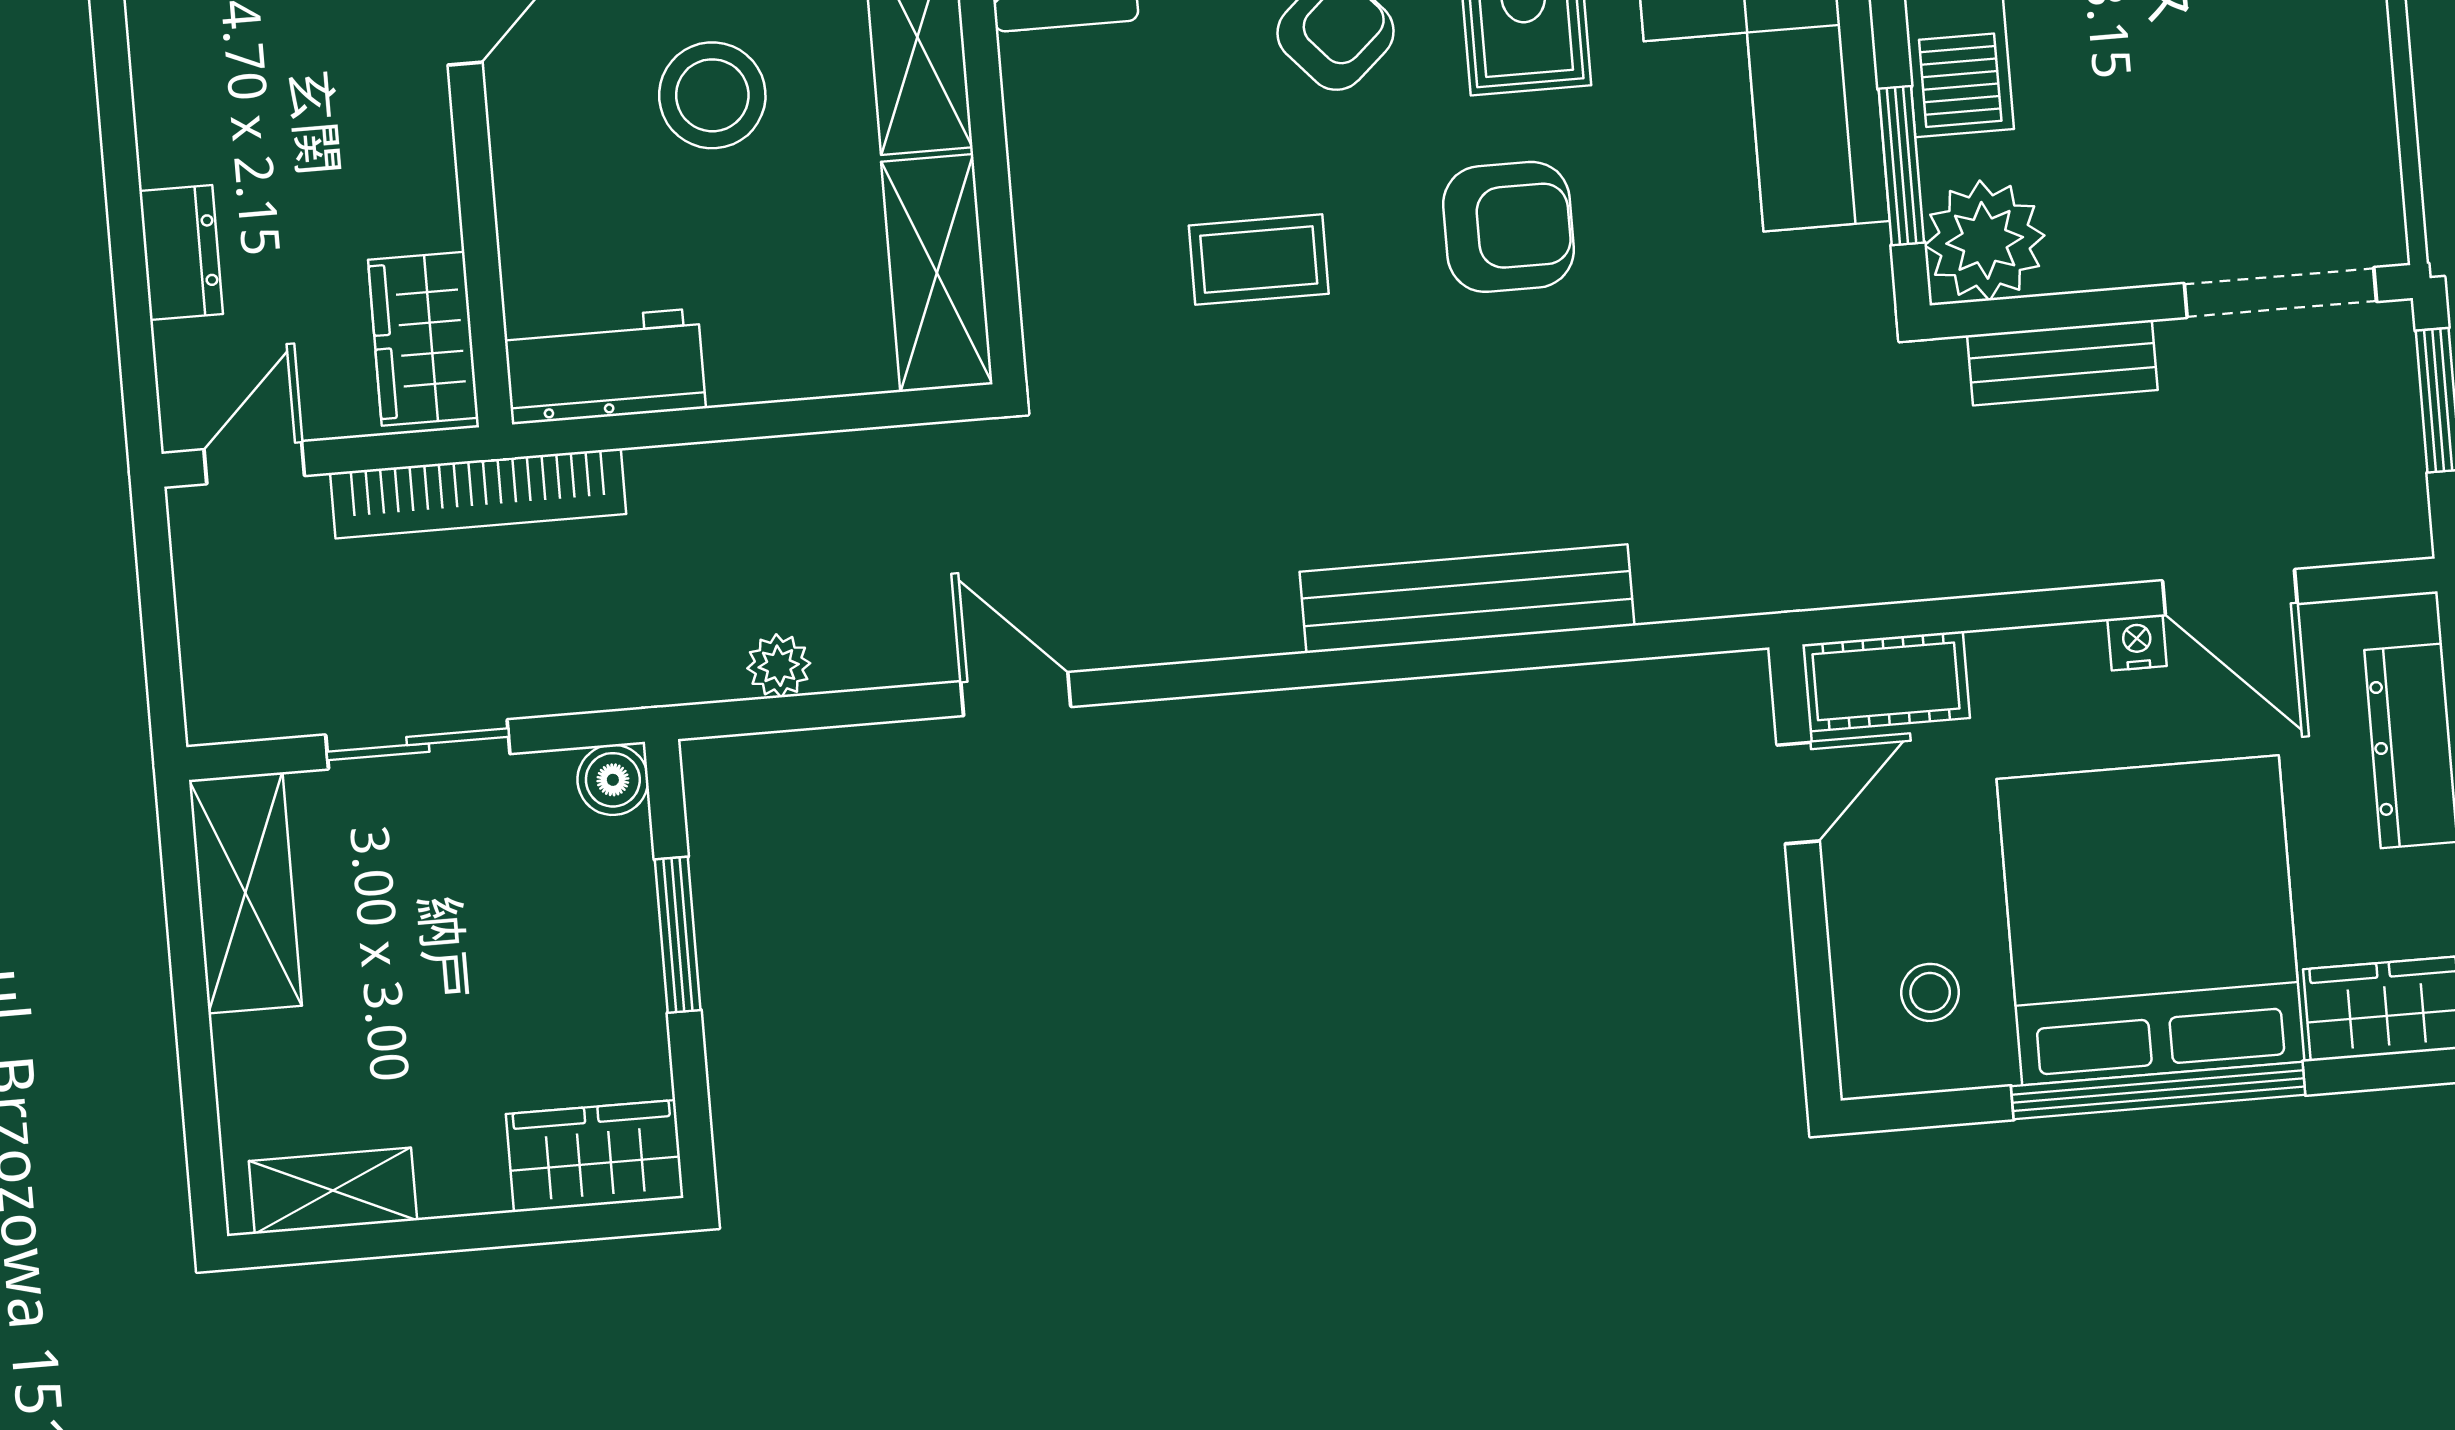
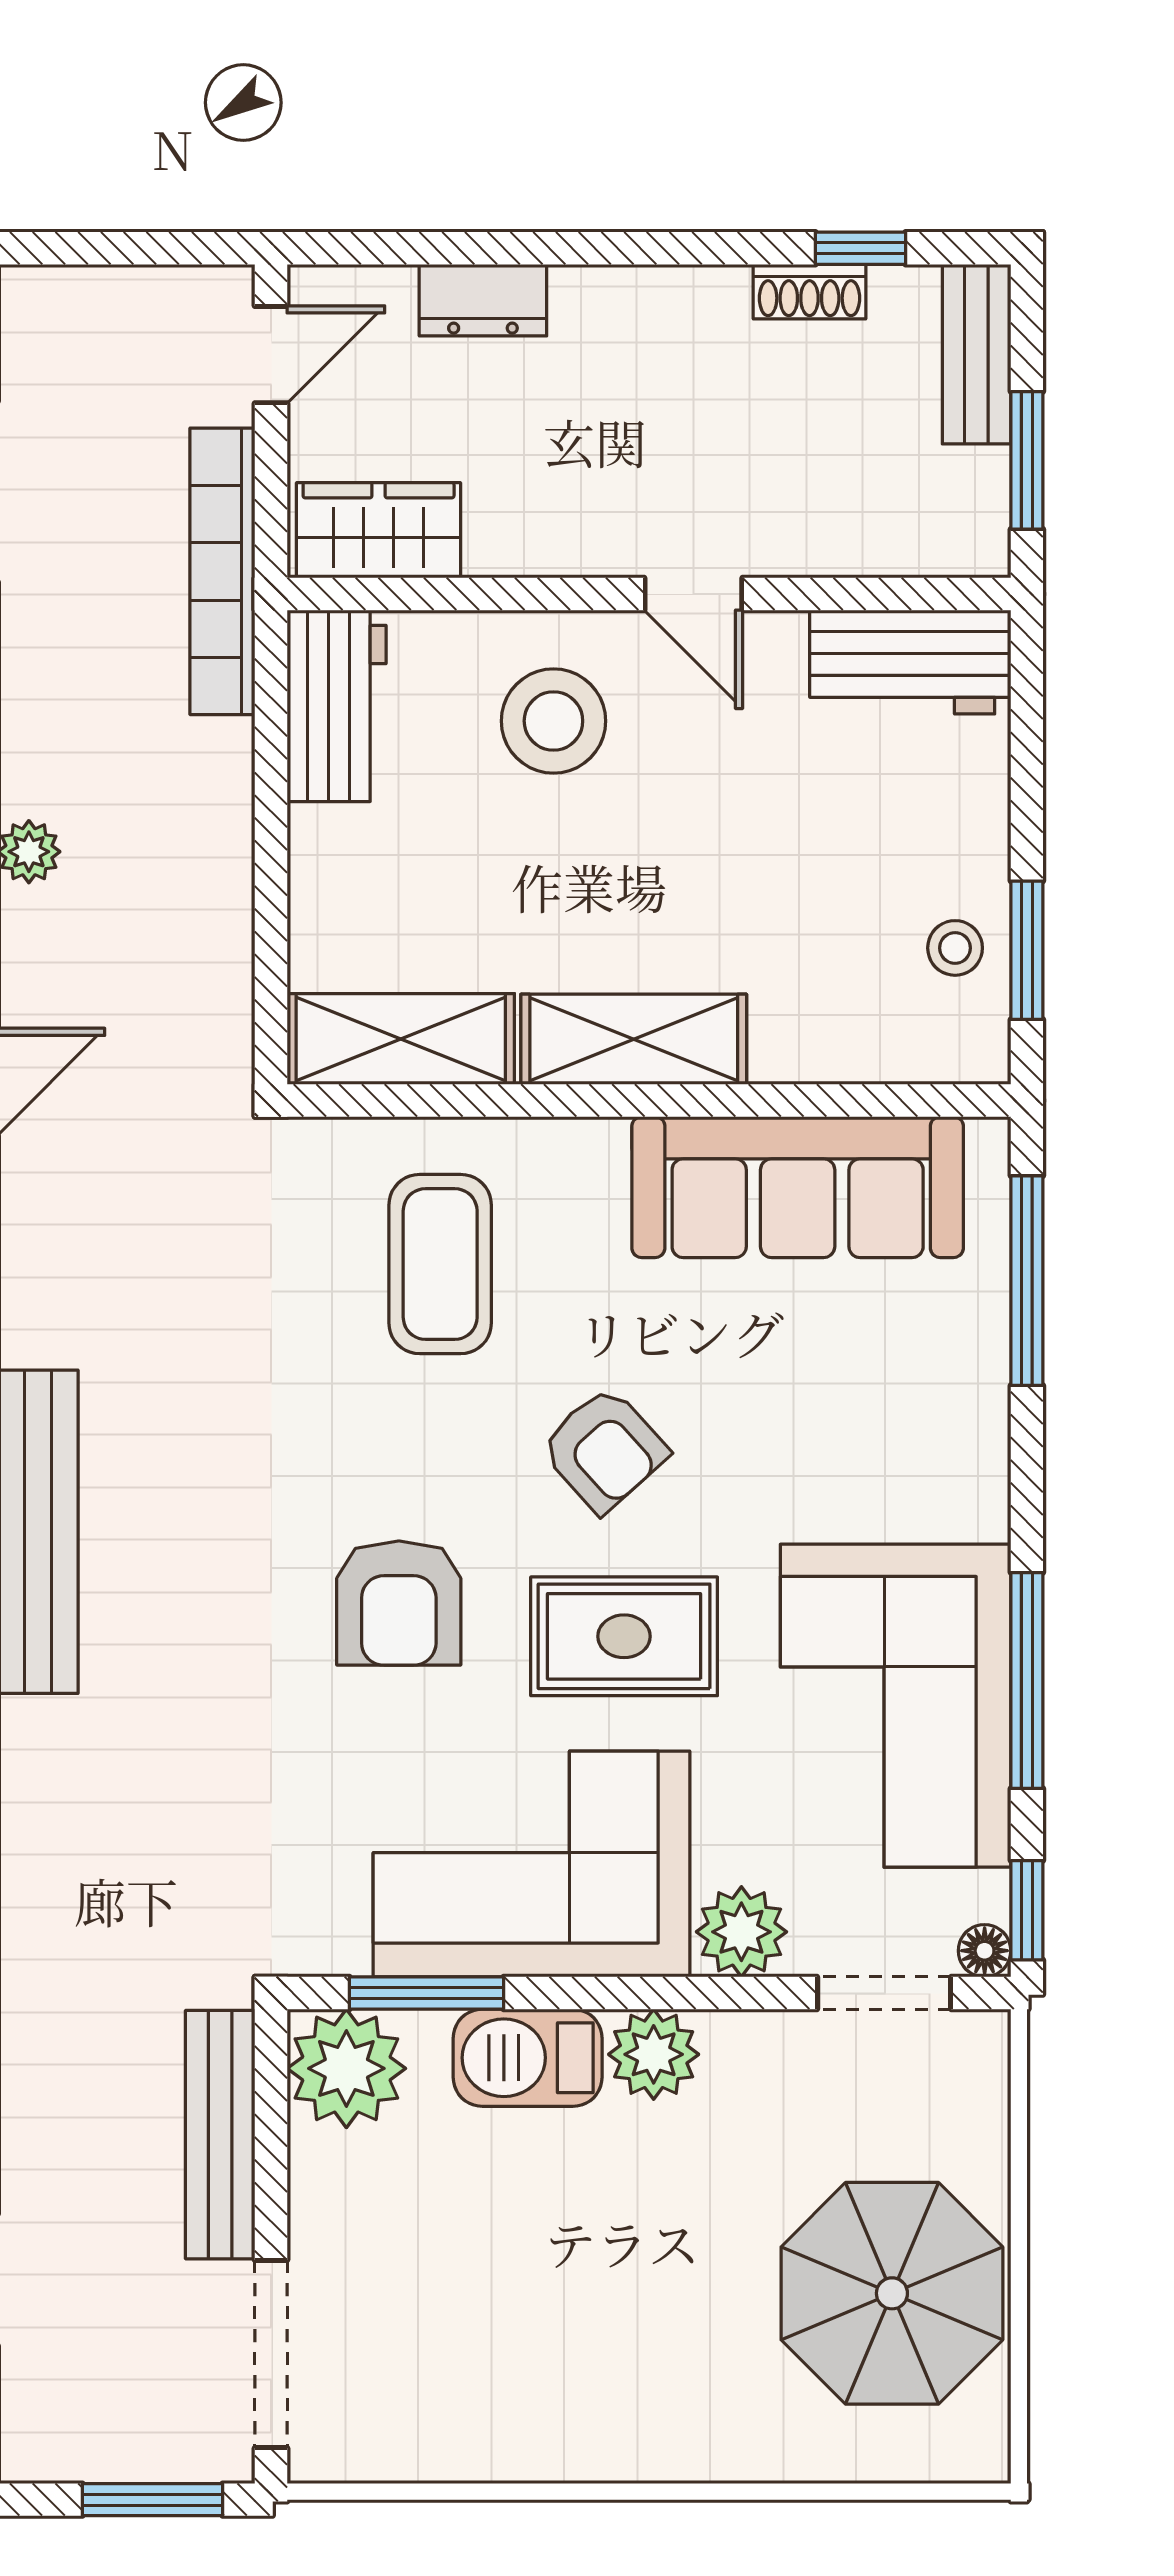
stool: (712, 95) -> (553, 721), moved
coffee table: (1259, 260) -> (440, 1264), moved, width x1.36, depth x1.30
bench: (2062, 363) -> (220, 2135), width x1.36
door: (254, 463) -> (271, 355), hinge flipped

